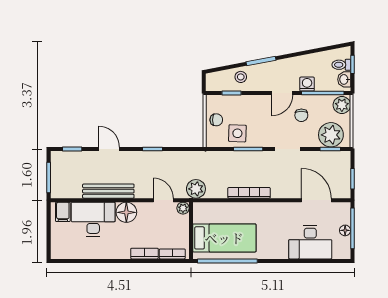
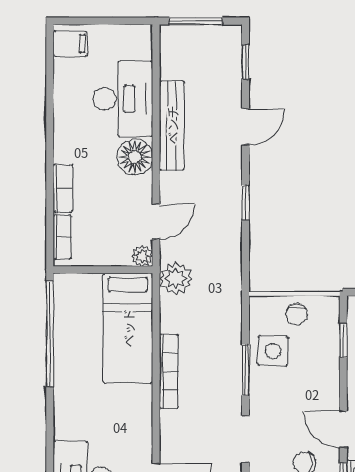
filing cabinet: (63, 212) -> (70, 44), moved, turned 180
bed: (224, 238) -> (128, 328), moved

